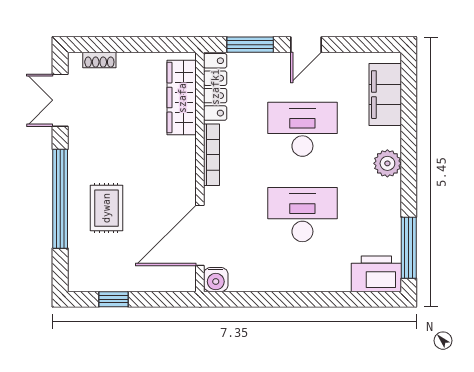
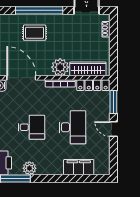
filing cabinet: (385, 95) -> (79, 167), moved
plant: (178, 155) -> (60, 67), added
plant: (387, 163) -> (29, 168), moved
desk: (302, 215) -> (31, 127), width x0.73

